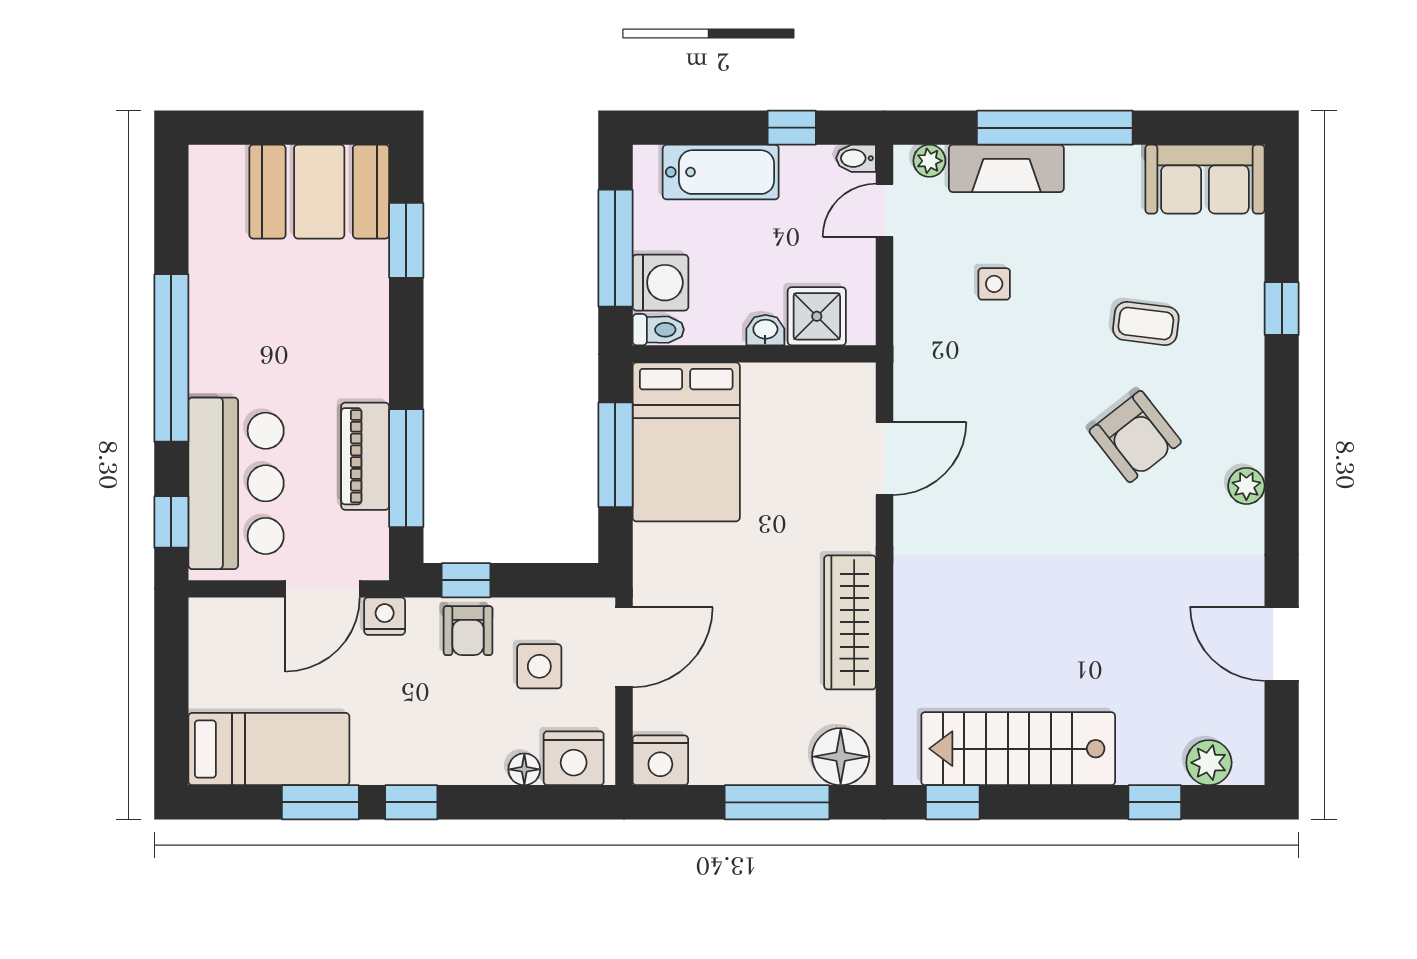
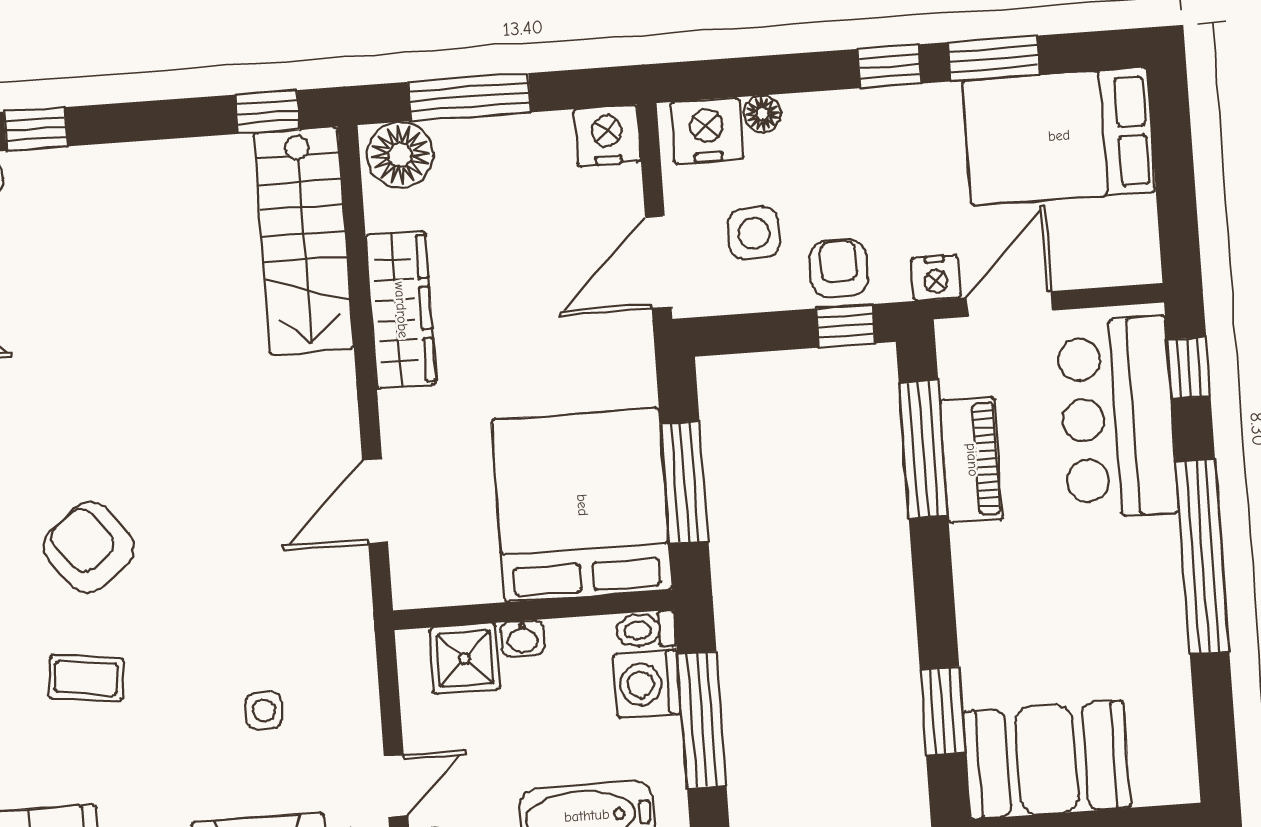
bed: (686, 442) -> (582, 505), width x1.36
bed: (269, 749) -> (1059, 136), width x1.50
stairs: (1018, 749) -> (304, 241), moved, turned 90

